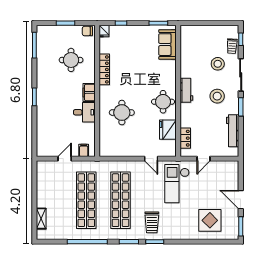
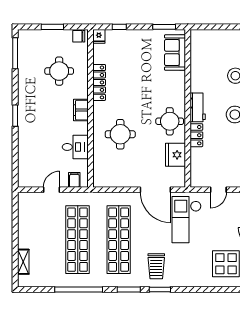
desk: (84, 112) -> (75, 147), moved
locker: (185, 138) -> (196, 135), moved
door: (151, 159) -> (155, 190), width x1.87

